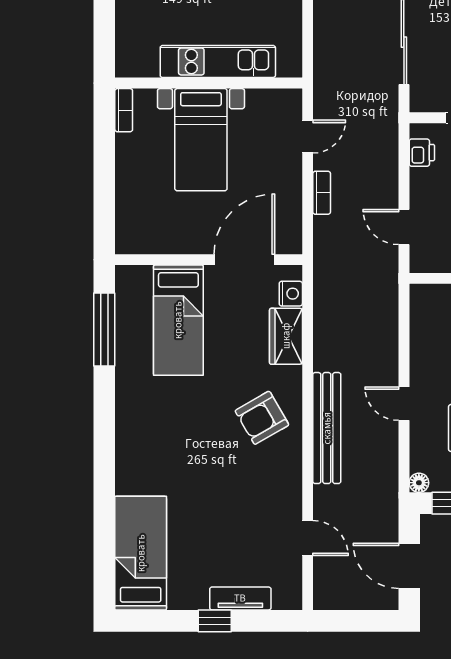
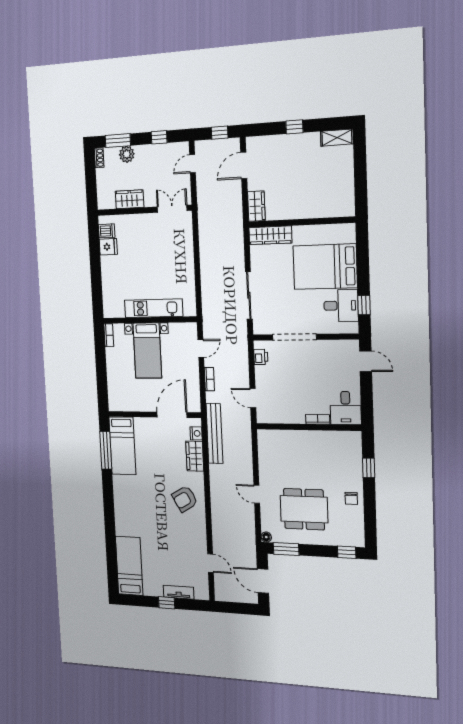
bed: (178, 320) -> (122, 446), moved
bench: (327, 428) -> (214, 434), moved

